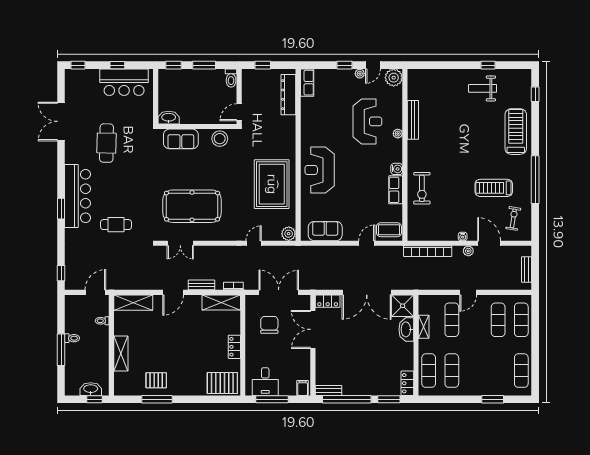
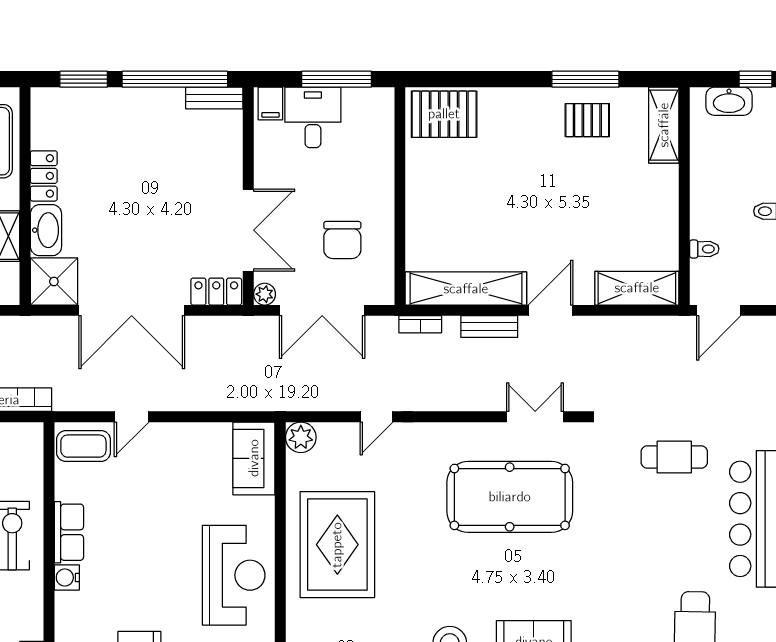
sofa: (325, 231) -> (254, 458), moved, turned 90
double door: (367, 292) -> (132, 310), swing flipped
plant: (305, 300) -> (265, 294), added
shelving: (221, 302) -> (466, 289), width x1.47
locker: (234, 347) -> (418, 193), removed
shelving: (121, 354) -> (664, 125), moved
desk: (265, 382) -> (313, 117), moved
locker: (407, 383) -> (44, 176), moved
window: (95, 399) -> (756, 79), moved

